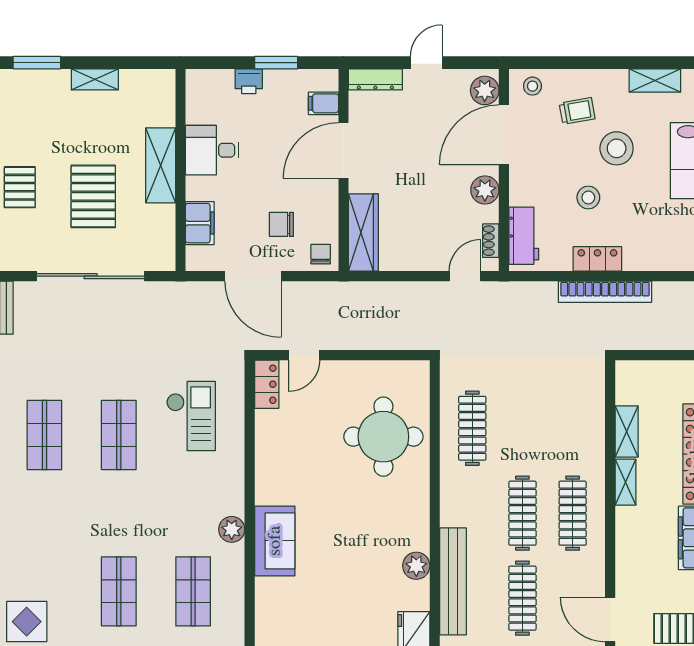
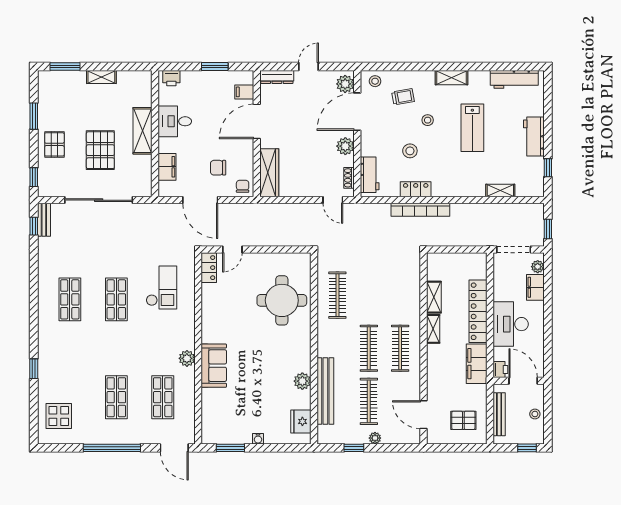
printer: (249, 81) -> (171, 78), moved
stool: (617, 148) -> (428, 120), width x0.53, depth x0.53
door: (465, 276) -> (333, 200), swing flipped

